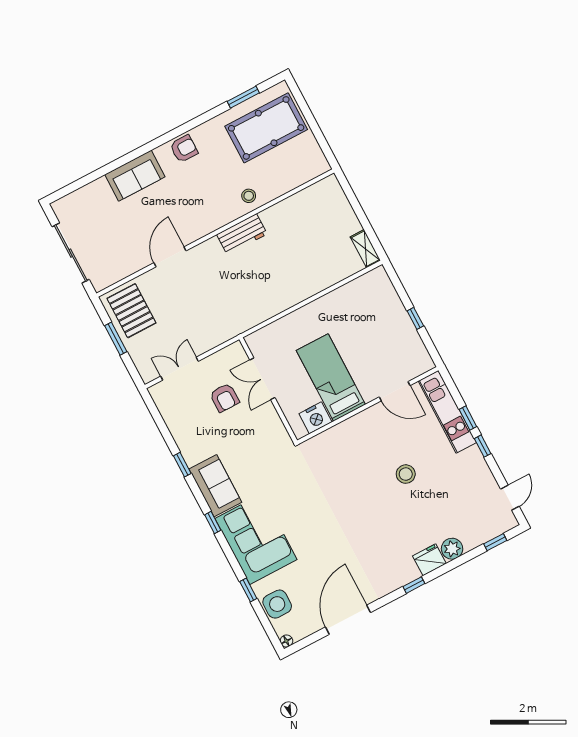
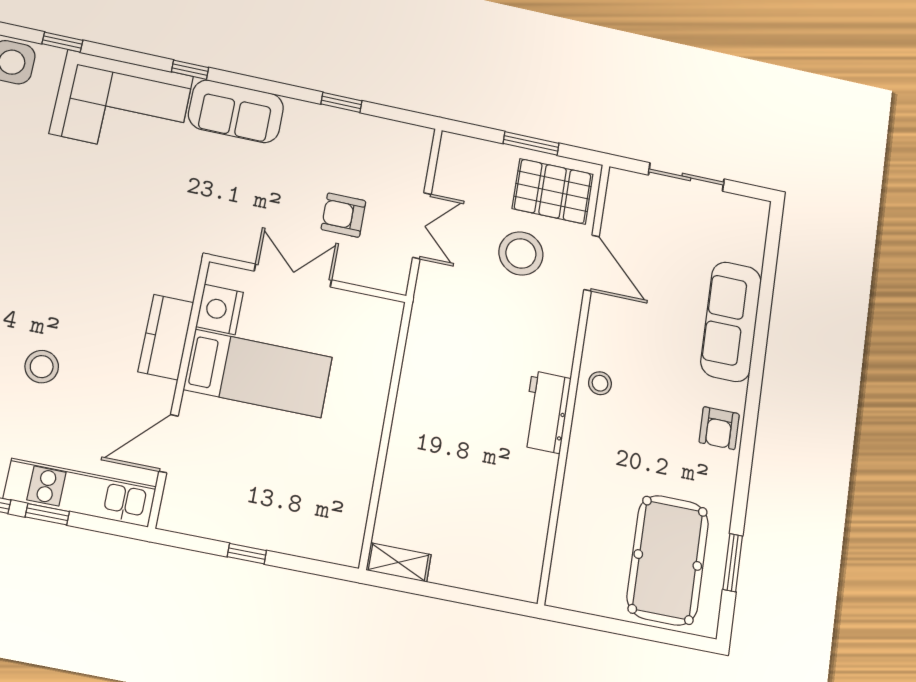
sofa: (135, 176) -> (731, 322), width x1.36
stool: (249, 196) -> (600, 383), moved
sliding door: (71, 253) -> (686, 177), width x0.73
door: (170, 257) -> (592, 263), moved
stool: (175, 302) -> (521, 253), added
double door: (180, 369) -> (422, 226), moved
double door: (262, 379) -> (293, 275), moved
kitchen counter: (348, 431) -> (166, 337), added
window: (182, 465) -> (341, 102), moved

